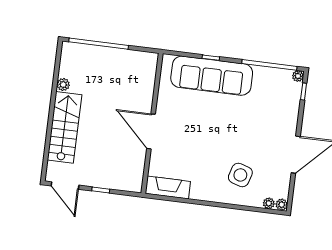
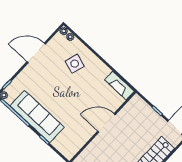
sofa: (212, 76) -> (37, 116), moved
door: (151, 131) -> (106, 123), swing flipped

